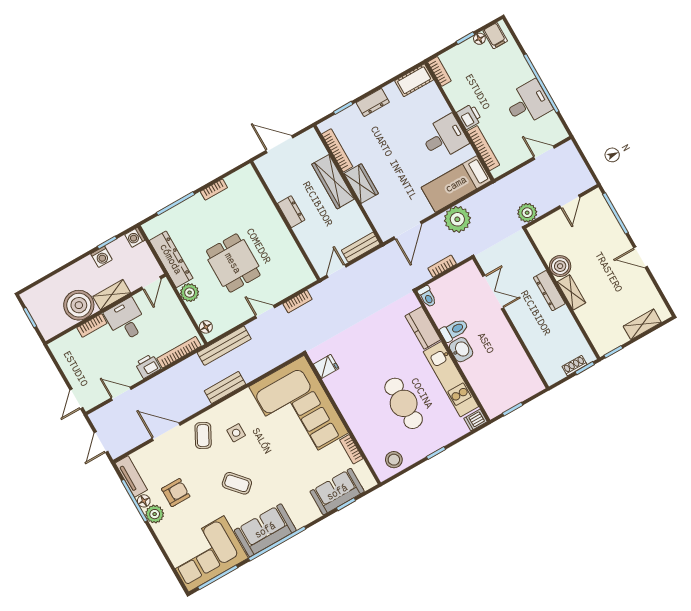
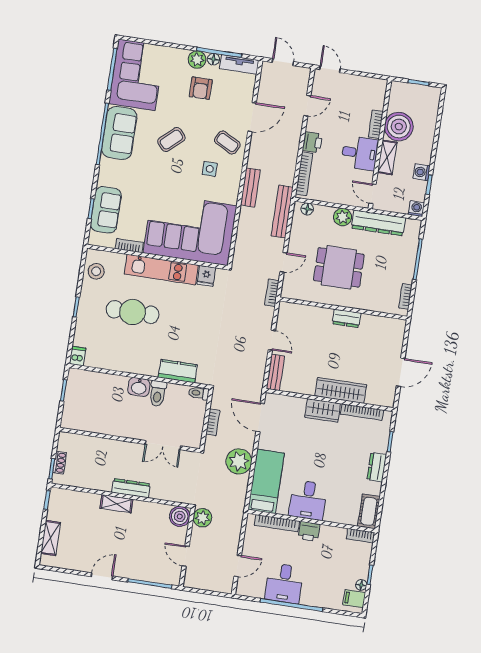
dresser: (291, 212) -> (347, 318), moved
wall: (285, 221) -> (343, 309), moved
boiler: (560, 266) -> (180, 516), moved
kitchen unit: (451, 379) -> (161, 270), moved, turned 180

